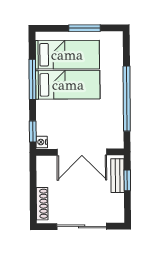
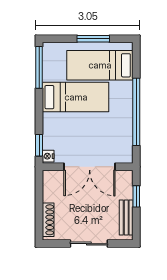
bed: (67, 55) -> (100, 65), moved, turned 180
window: (32, 79) -> (39, 67), moved
bench: (117, 176) -> (126, 218), moved
sliding door: (82, 226) -> (89, 244), width x0.73

